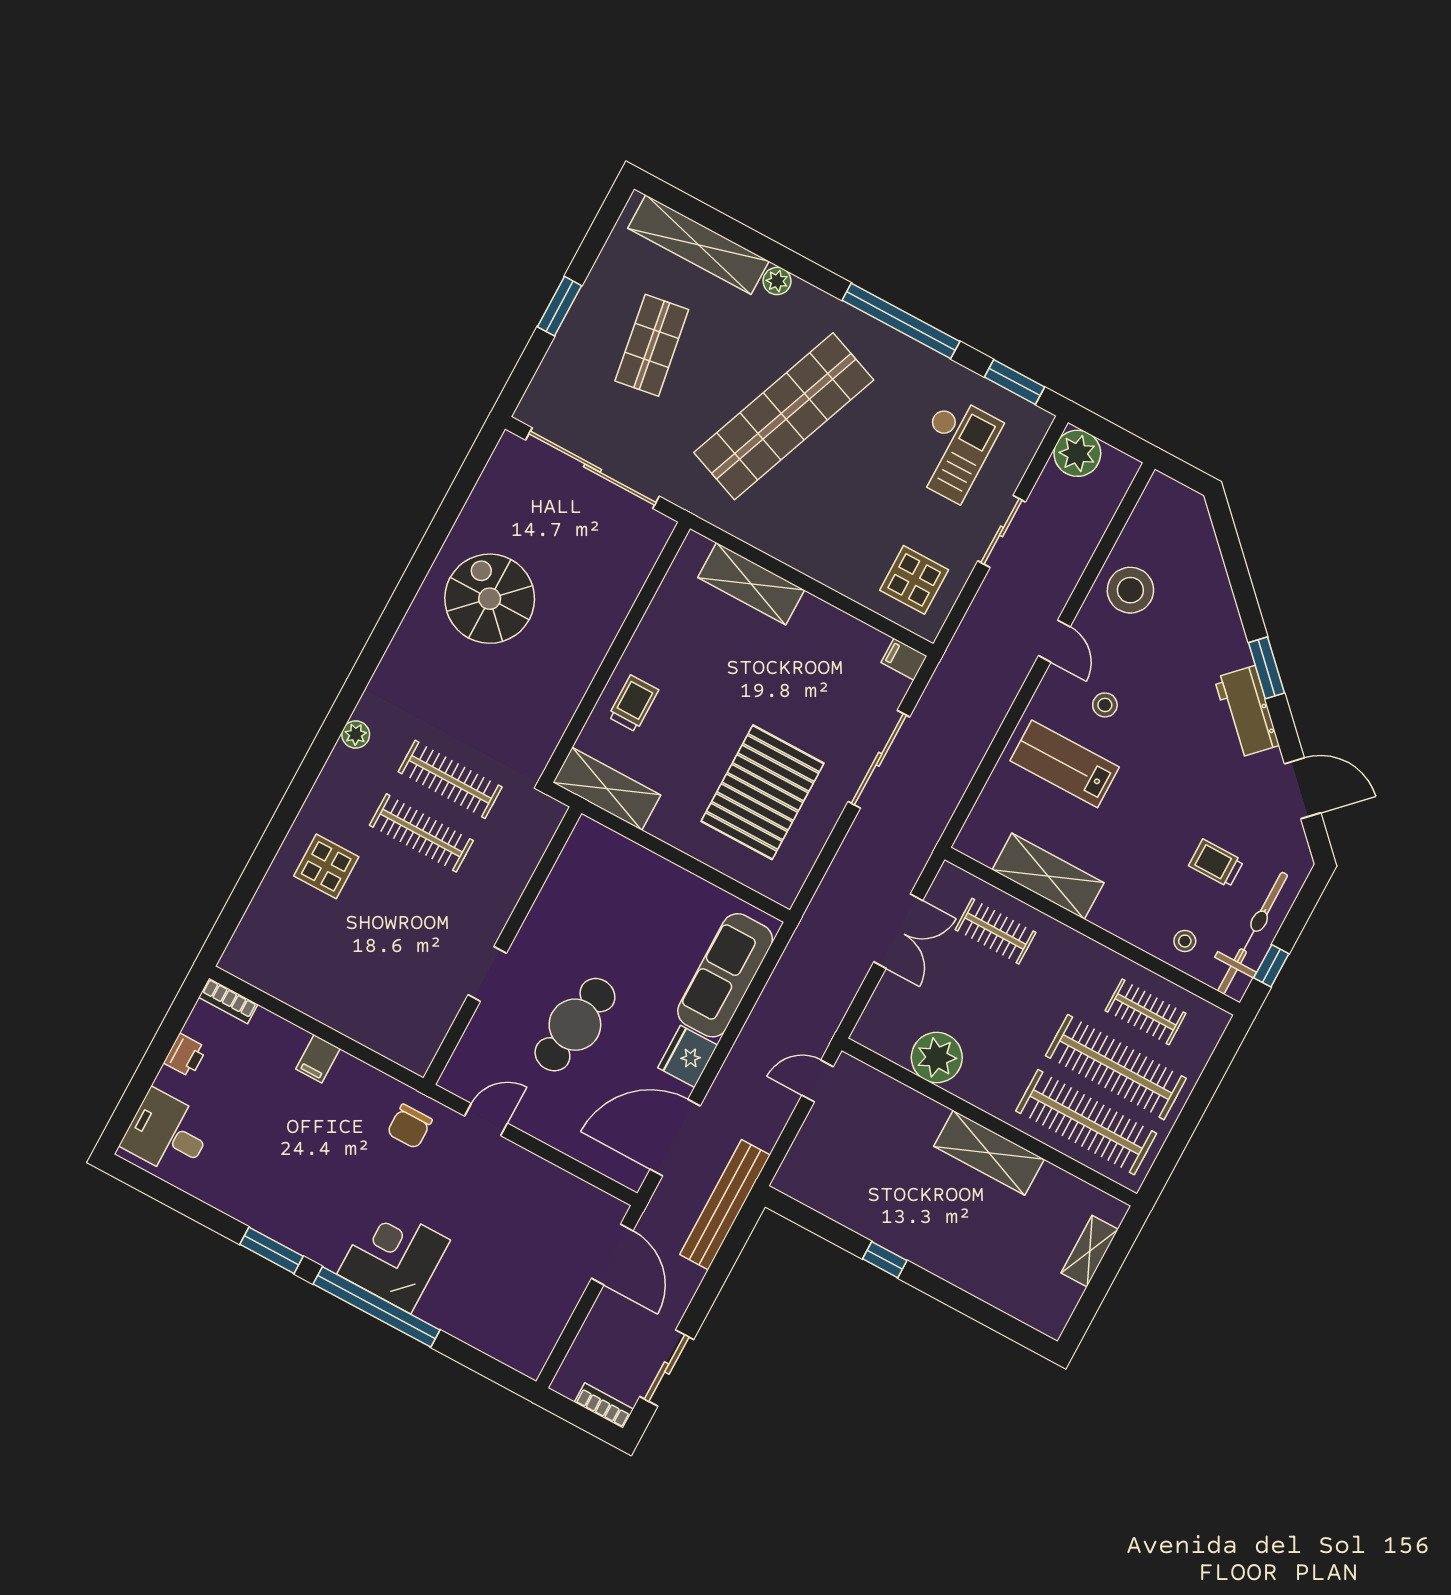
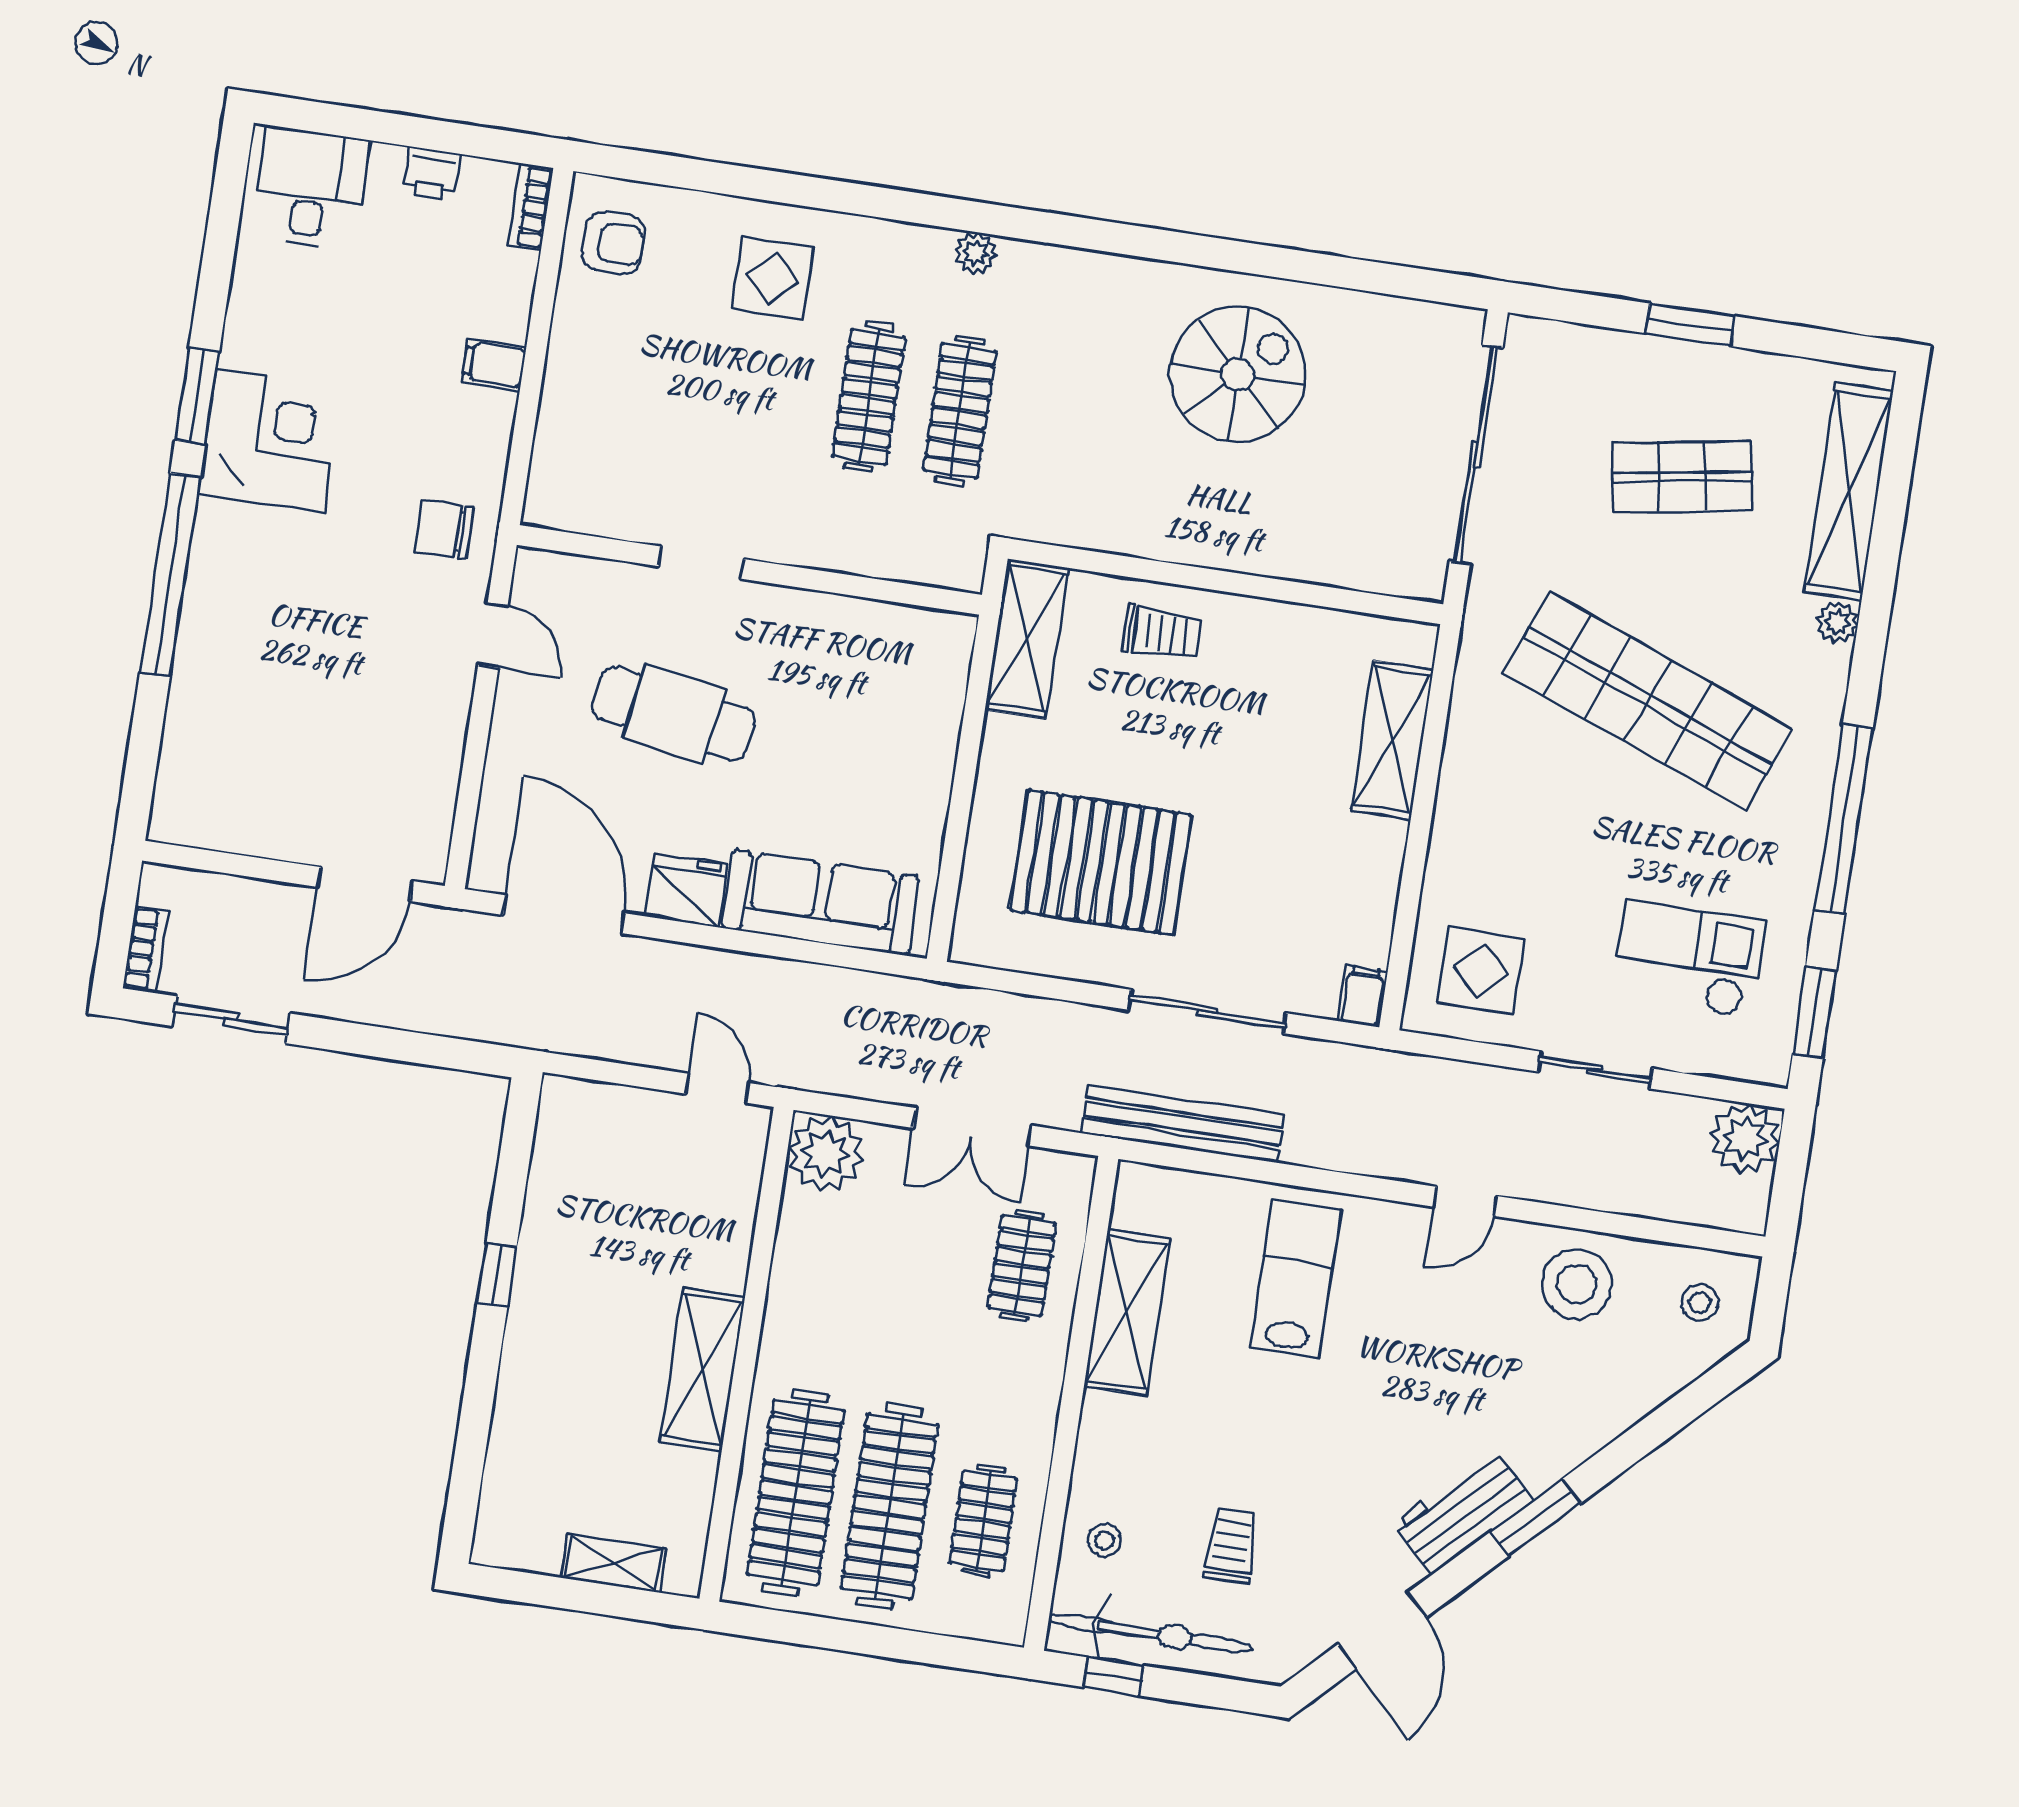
checkout: (954, 449) -> (1688, 959), turned 180
stool: (1105, 705) -> (1700, 1303), moved
armchair: (269, 957) -> (613, 243), added
plant: (937, 1058) -> (826, 1153), moved
bench: (725, 1205) -> (1183, 1124), moved
corner desk: (394, 1257) -> (270, 441), moved

